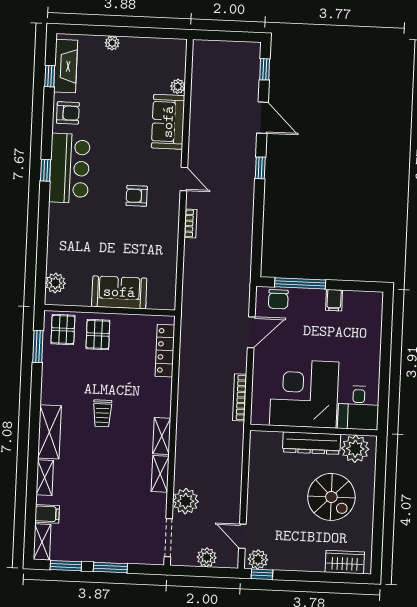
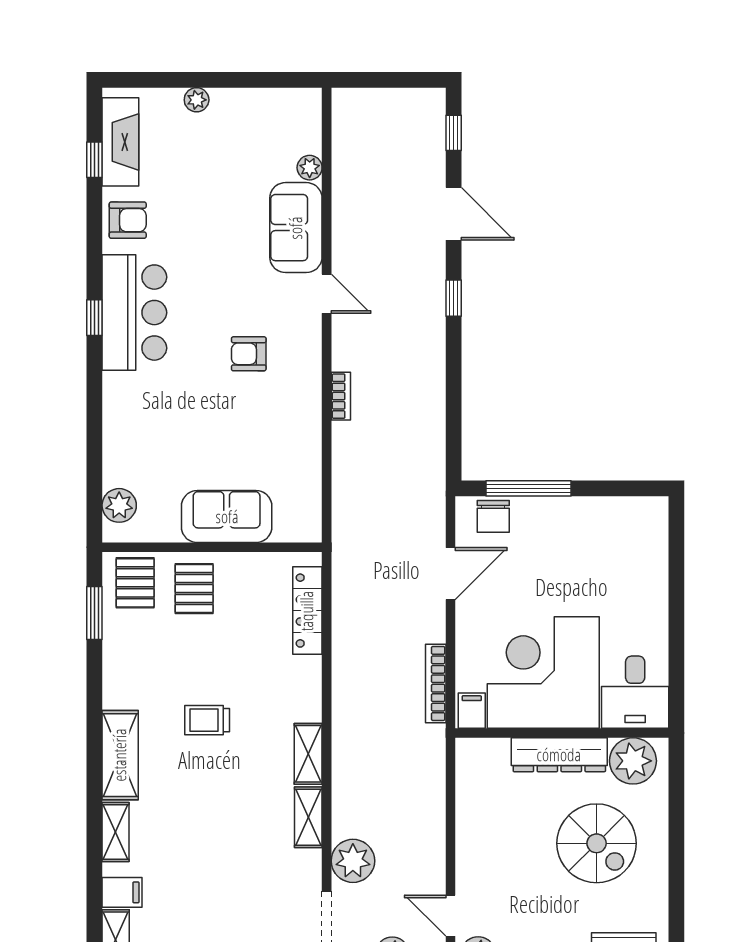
door: (184, 179) -> (327, 294), moved
filing cabinet: (334, 300) -> (472, 711), moved, turned 180
trolley: (102, 413) -> (207, 720), turned 90

